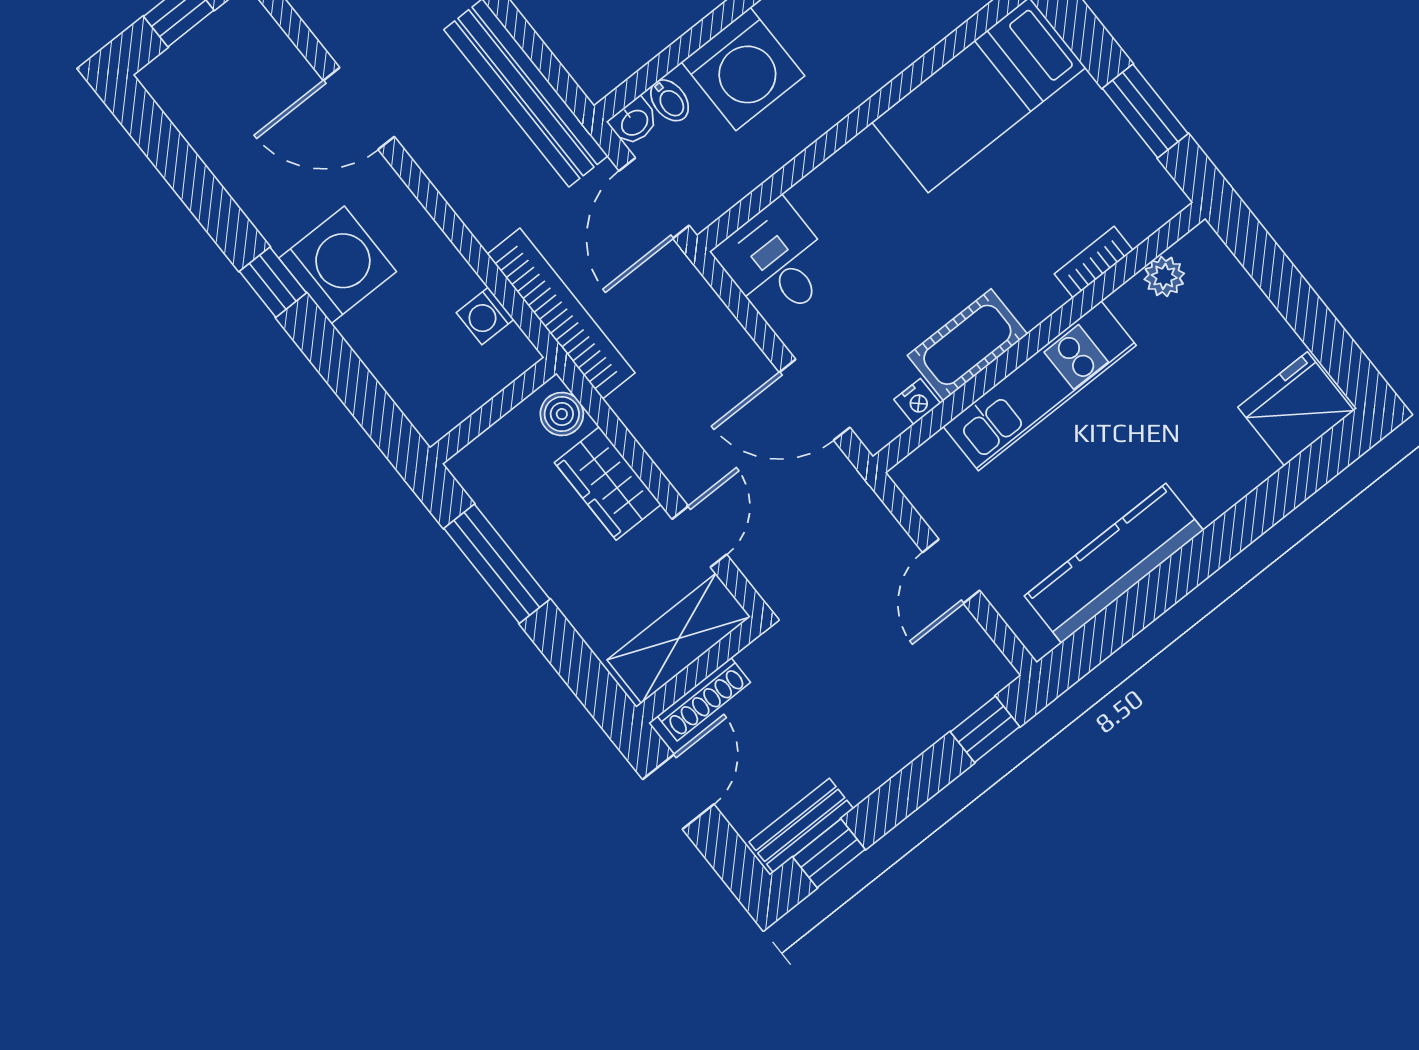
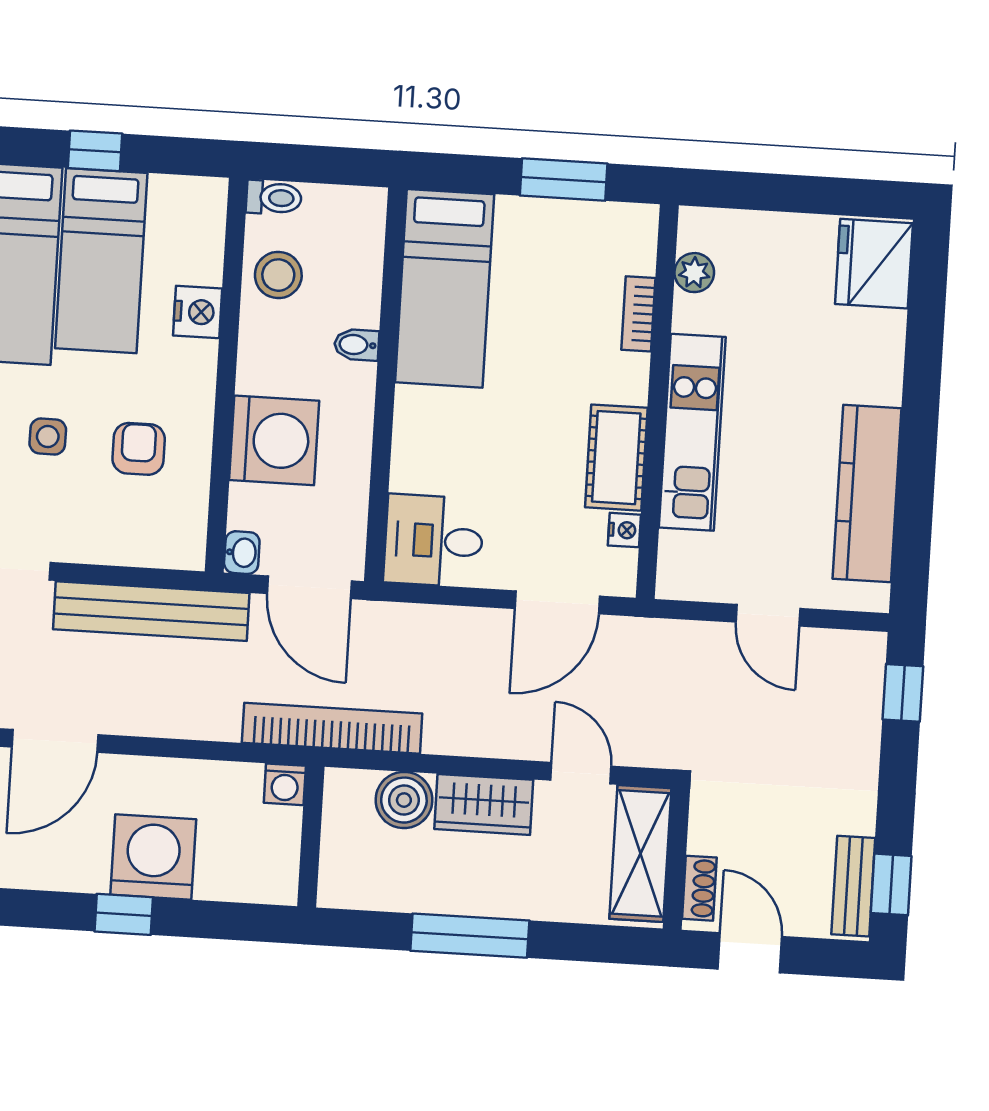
bidet: (670, 100) -> (357, 345), moved, turned 180
wall: (493, 411) -> (311, 837), moved
boiler: (562, 414) -> (404, 800), width x1.36, depth x1.36
shoe rack: (704, 699) -> (699, 888), width x0.70

